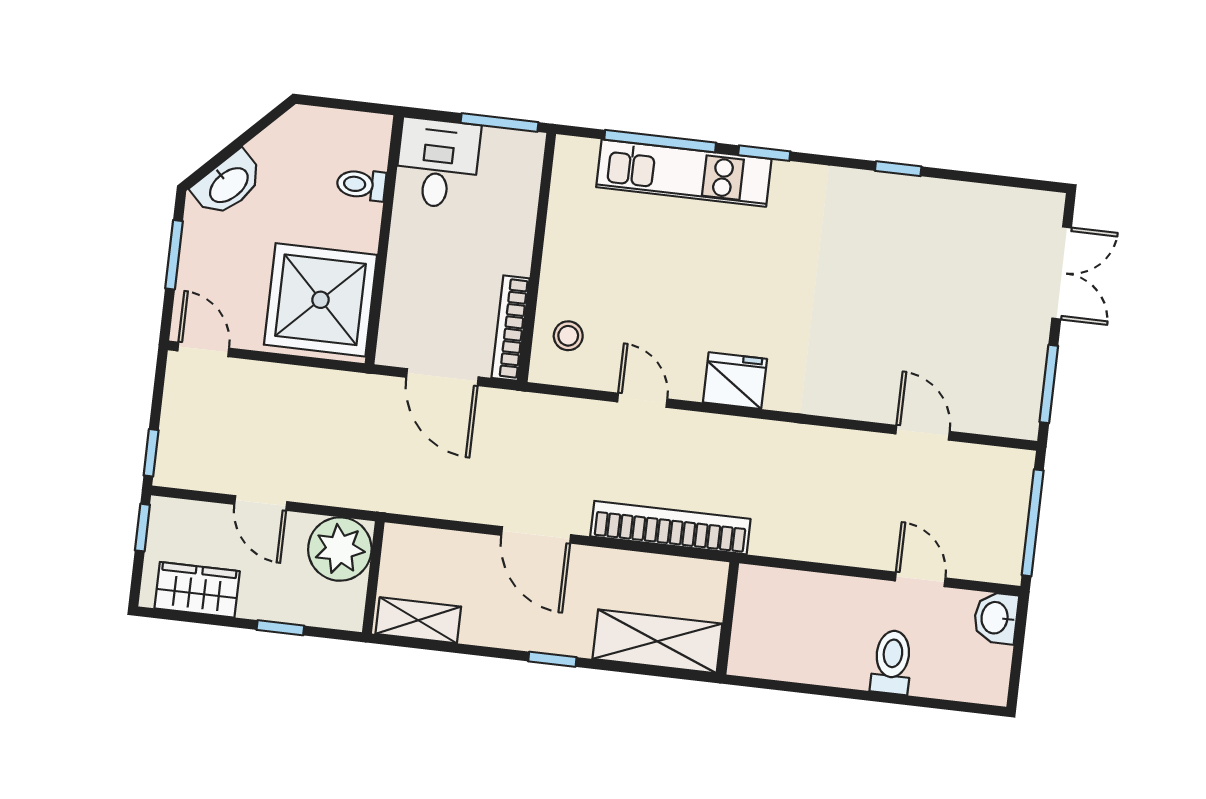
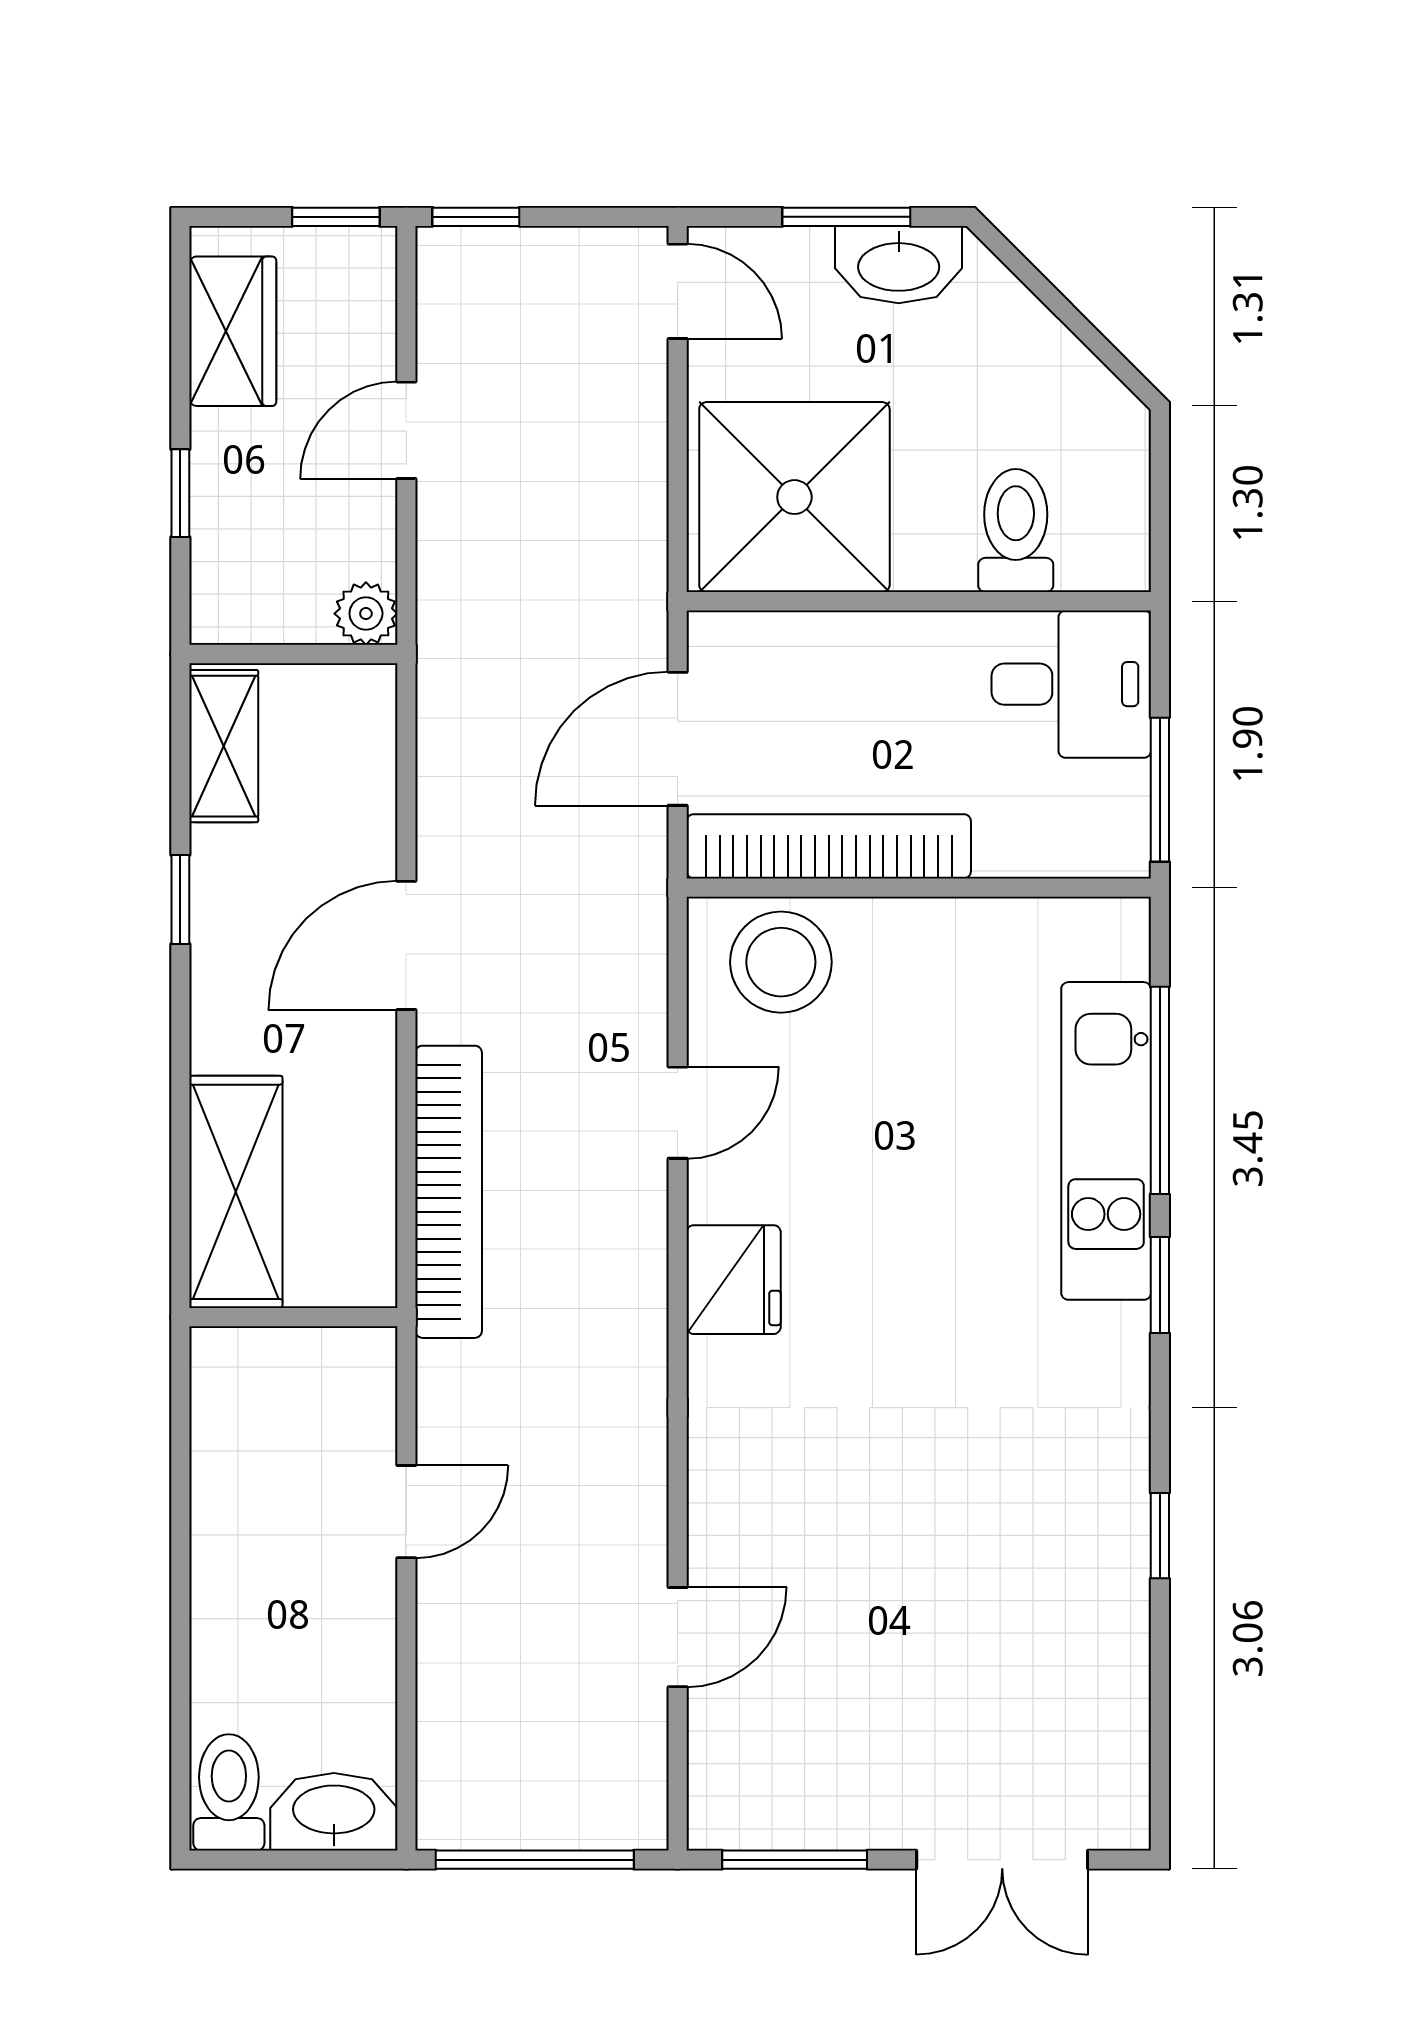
washbasin: (228, 184) -> (899, 265), moved, turned -45
toilet: (361, 185) -> (1016, 531), width x1.37, depth x1.39
bookcase: (511, 328) -> (829, 846), width x1.48, depth x1.31
stool: (568, 336) -> (781, 962), width x1.89, depth x1.89
door: (203, 349) -> (678, 291), hinge flipped
plant: (340, 549) -> (366, 614), width x0.53, depth x0.53
door: (920, 579) -> (406, 1512), moved
washbasin: (996, 618) -> (334, 1812), width x1.38
window: (552, 659) -> (180, 899), moved
toilet: (892, 662) -> (229, 1792), moved, turned -90

